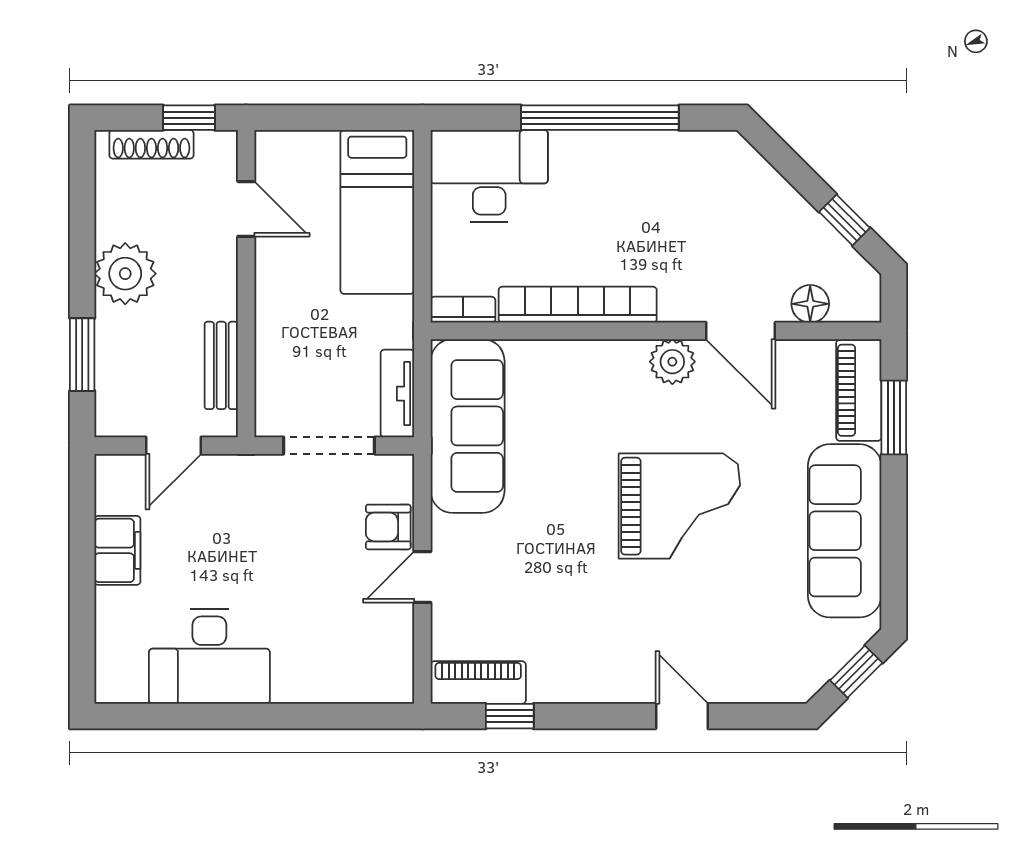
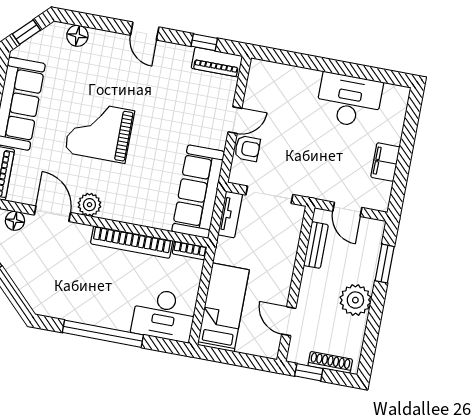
door: (174, 446) -> (347, 209), swing flipped
floor lamp: (757, 683) -> (77, 36), added
door: (682, 716) -> (145, 31), moved

